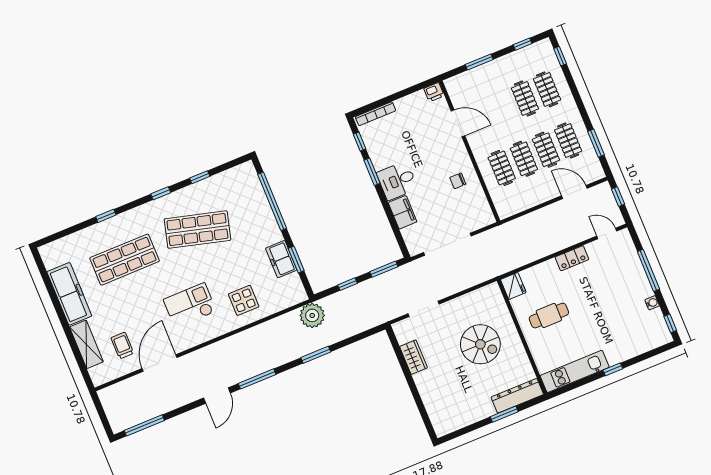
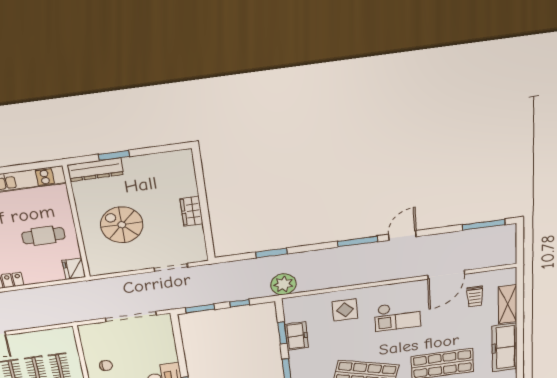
filing cabinet: (403, 212) -> (167, 351), removed
window: (316, 355) -> (272, 253), moved
wardrobe: (414, 357) -> (192, 211), moved

